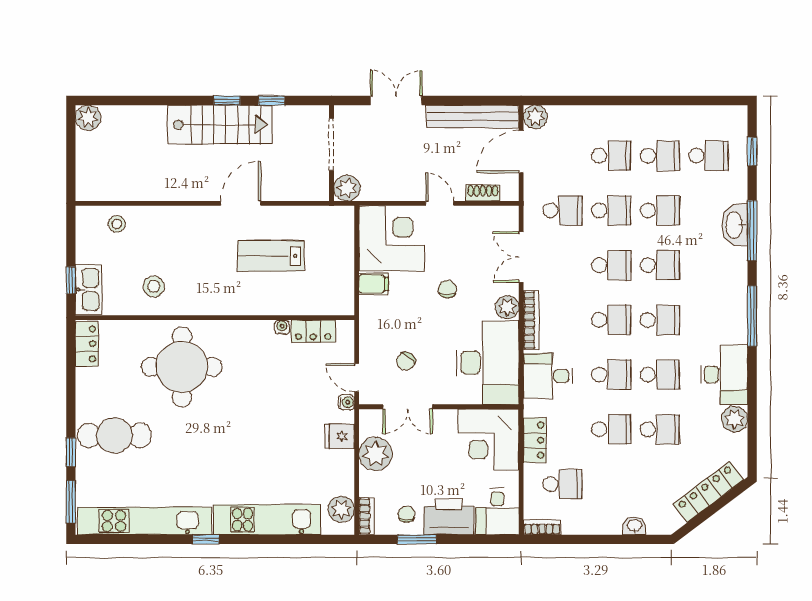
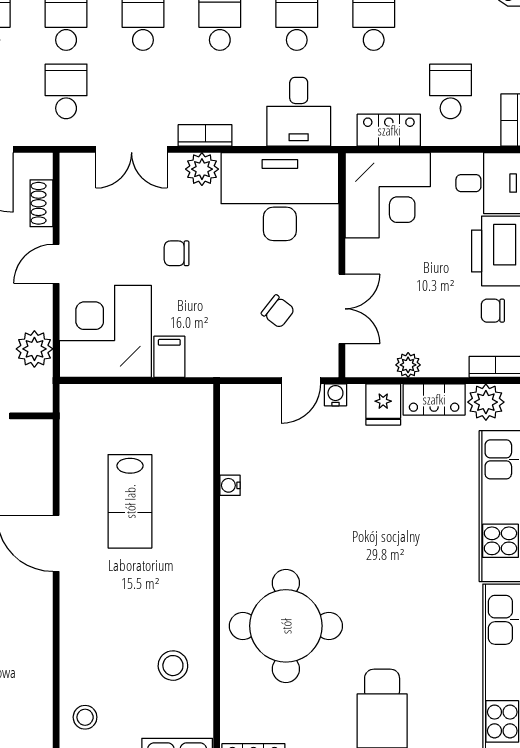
plant: (347, 188) -> (34, 349), moved
bookcase: (531, 320) -> (205, 135), width x0.64
locker: (313, 331) -> (434, 399), moved, turned 90
plant: (375, 454) -> (408, 365), width x0.53, depth x0.53

